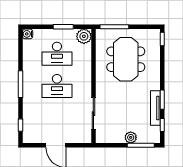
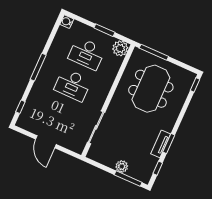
tv unit: (155, 108) -> (161, 144), width x0.71

